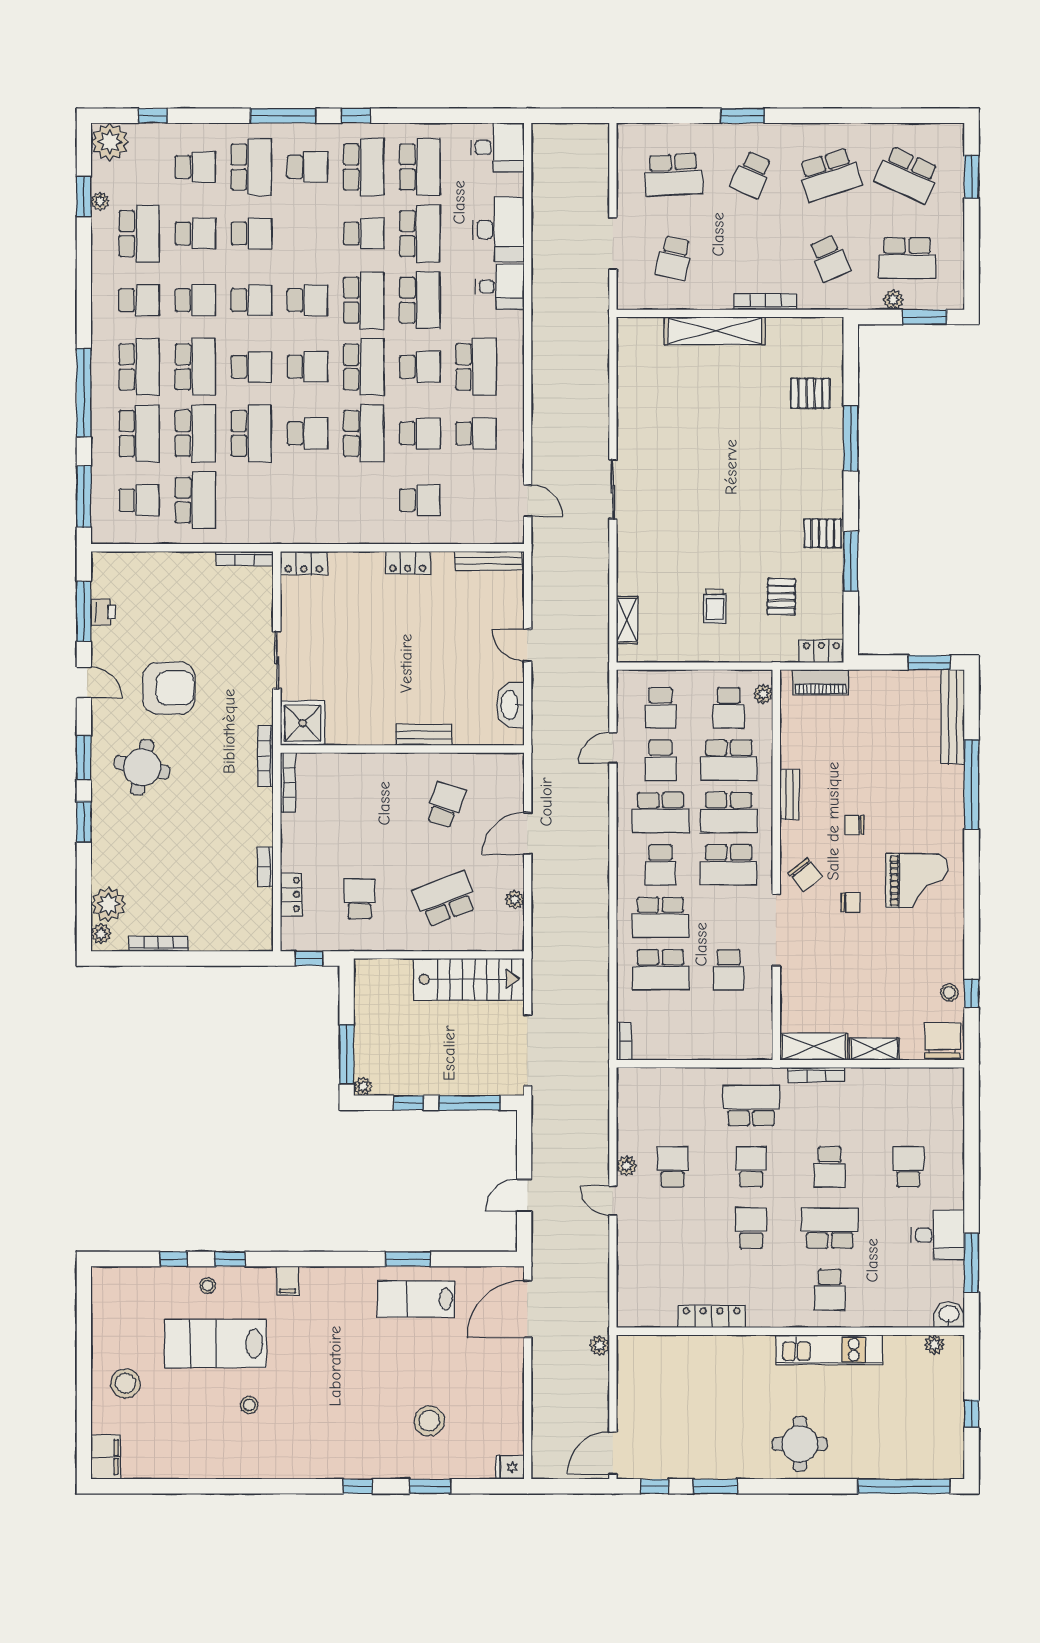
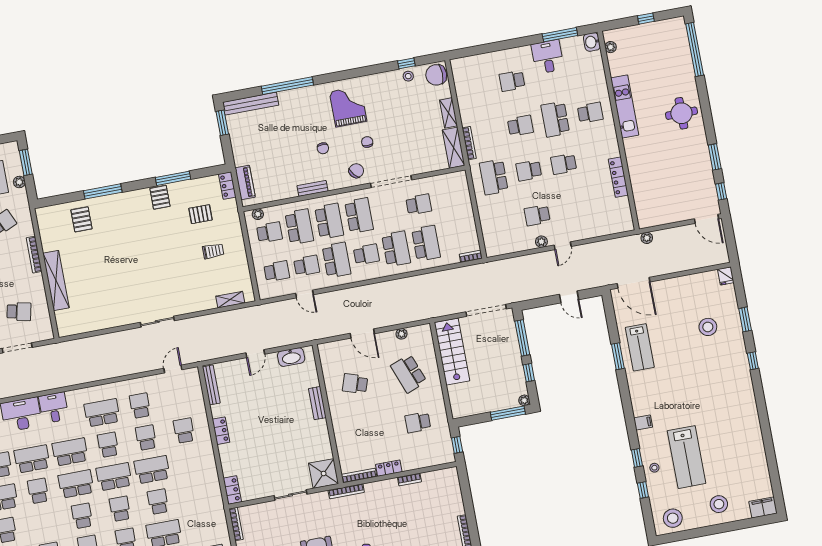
locker: (291, 894) -> (389, 468), moved
stool: (249, 1405) -> (673, 518), moved, width x1.89, depth x1.89

